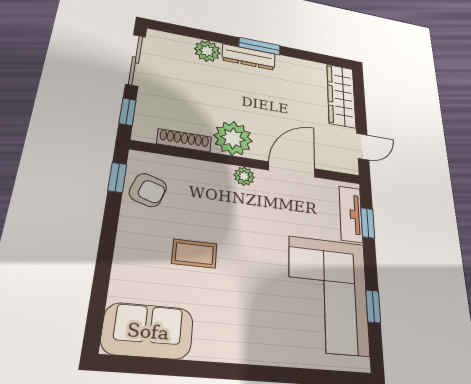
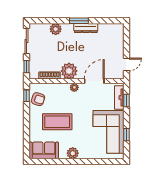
dresser: (249, 57) -> (86, 28), moved
wardrobe: (341, 96) -> (117, 39), removed
coffee table: (194, 254) -> (57, 122), width x1.86, depth x1.72
plant: (232, 346) -> (73, 153), added

